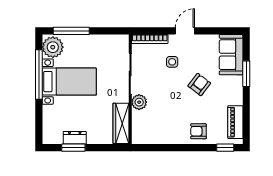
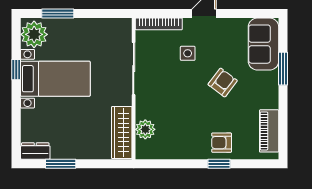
window: (71, 31) -> (58, 13), width x0.69
window: (39, 74) -> (16, 70), width x0.32
plant: (139, 102) -> (145, 129), moved
dresser: (75, 138) -> (35, 151), moved
window: (225, 148) -> (219, 164), moved

